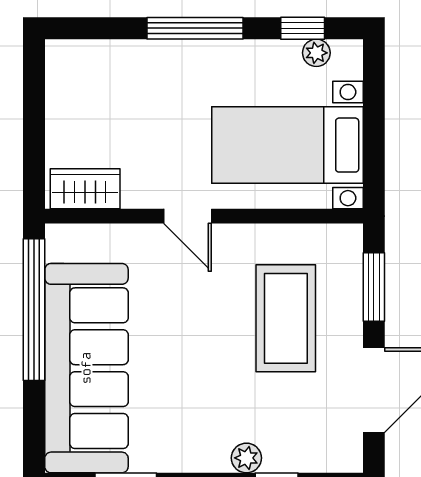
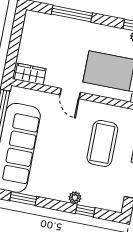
window: (195, 28) -> (72, 14), moved

